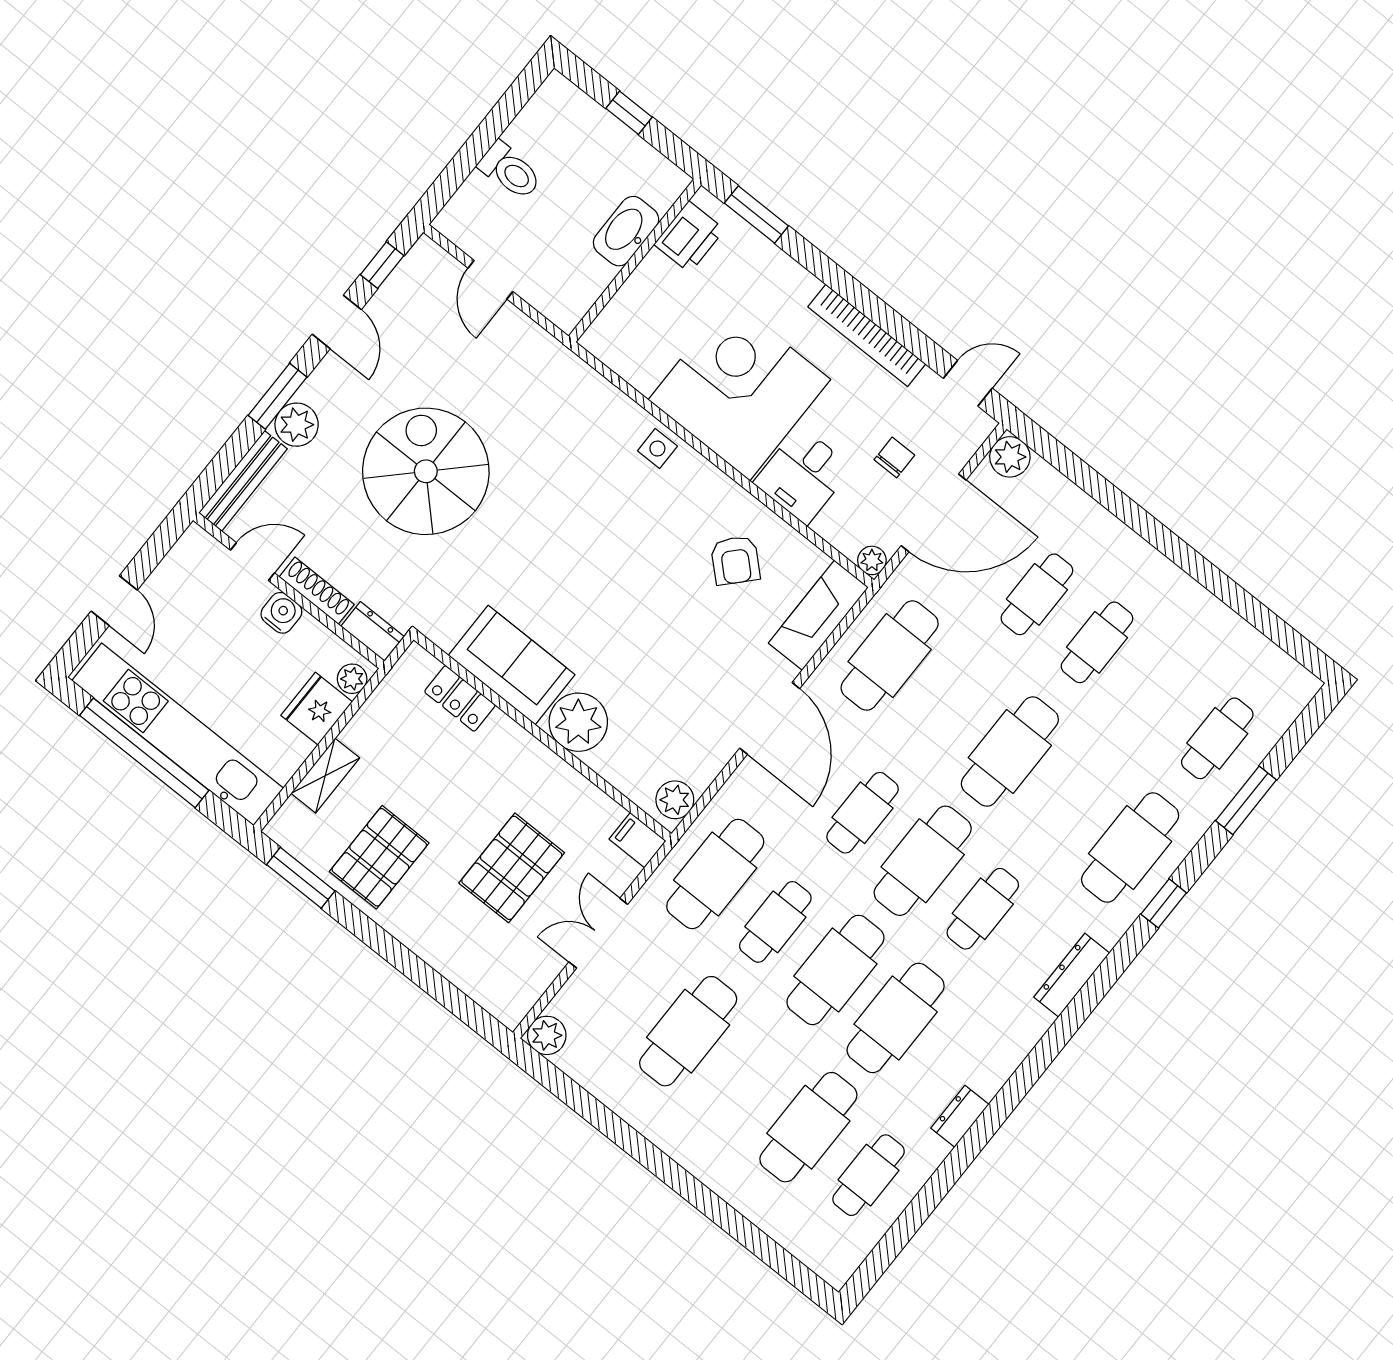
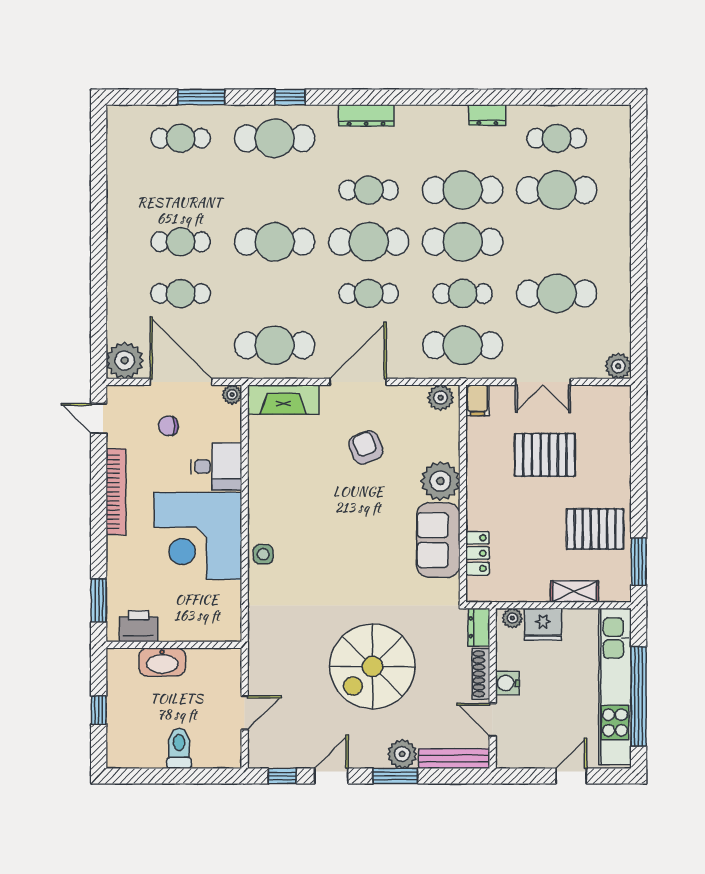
plant: (1010, 457) -> (125, 360), width x1.36, depth x1.36
armchair: (735, 560) -> (366, 448), moved, turned -66

